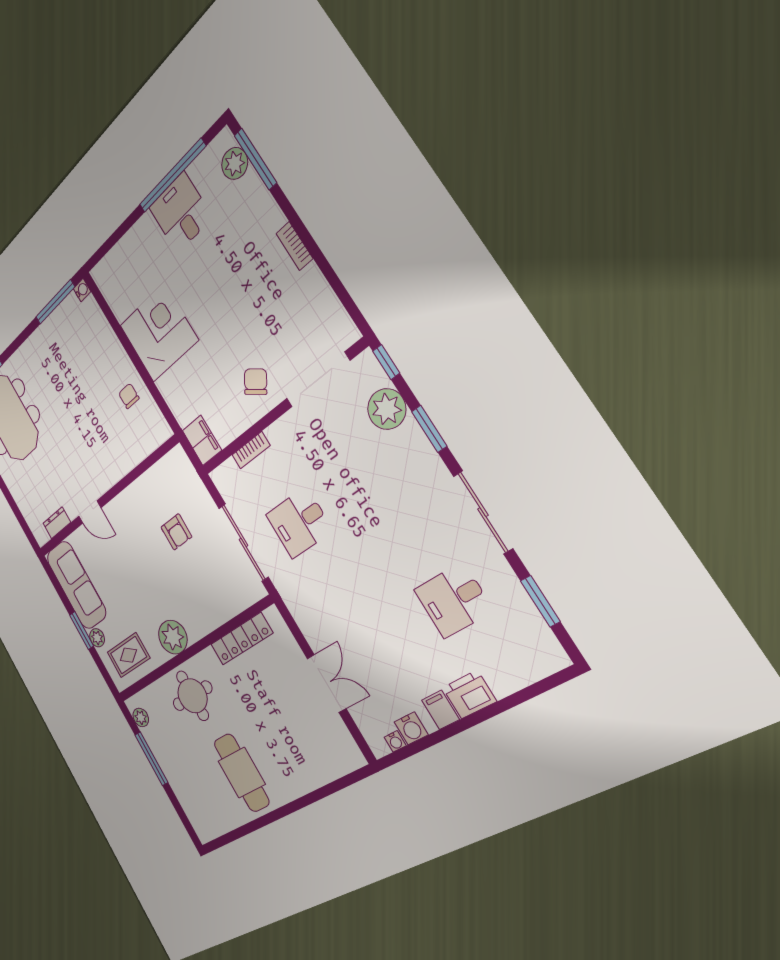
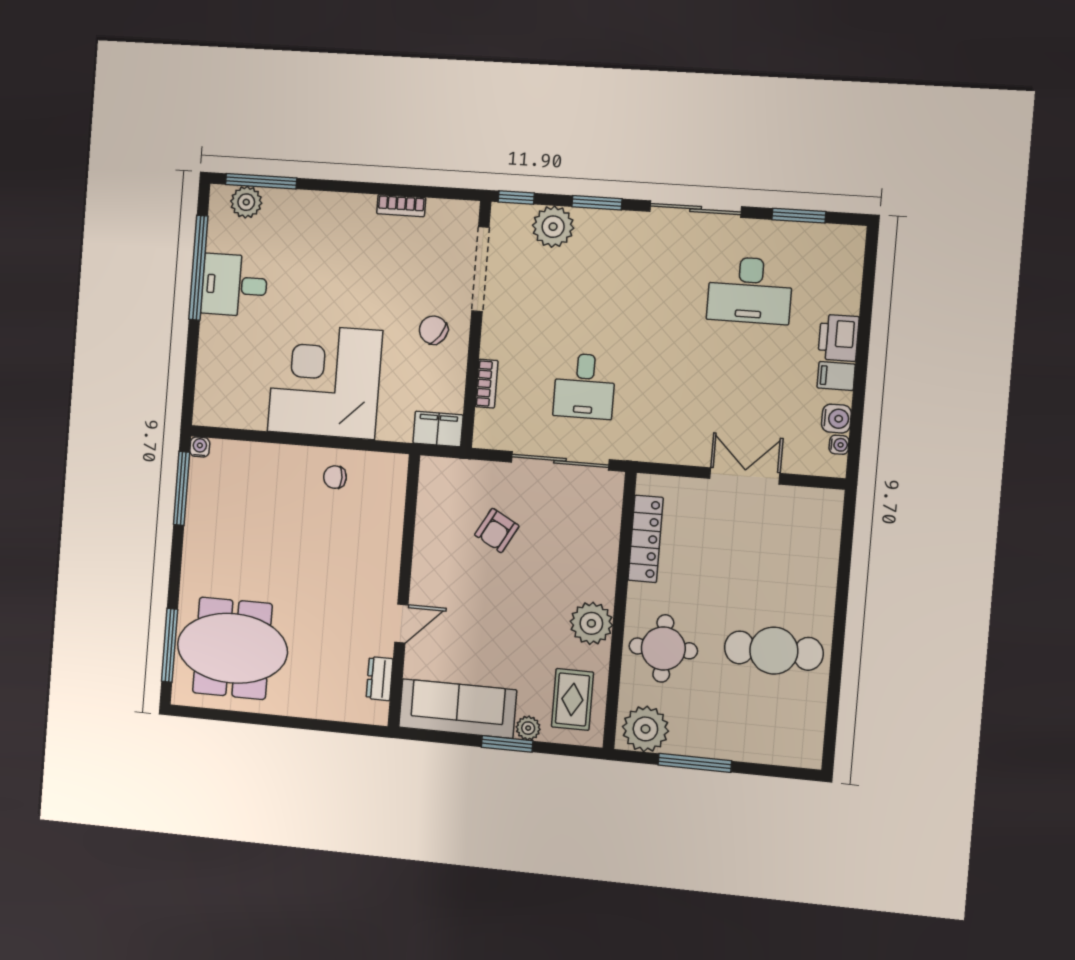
bookcase: (294, 246) -> (401, 206), moved
corner desk: (159, 333) -> (325, 381), width x1.36, depth x1.36
armchair: (176, 532) -> (497, 530), turned 119
desk: (453, 600) -> (750, 290), width x1.37
plant: (141, 717) -> (645, 729), width x1.88, depth x1.88

